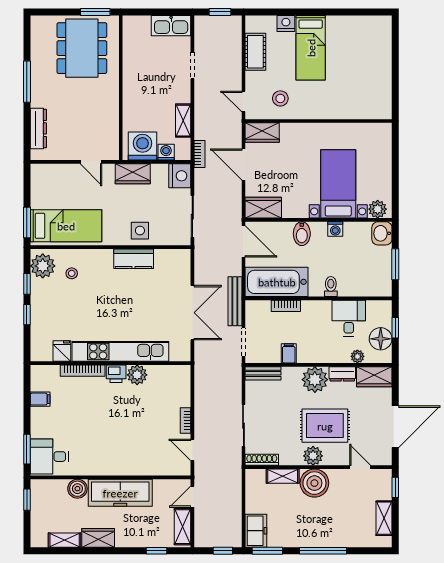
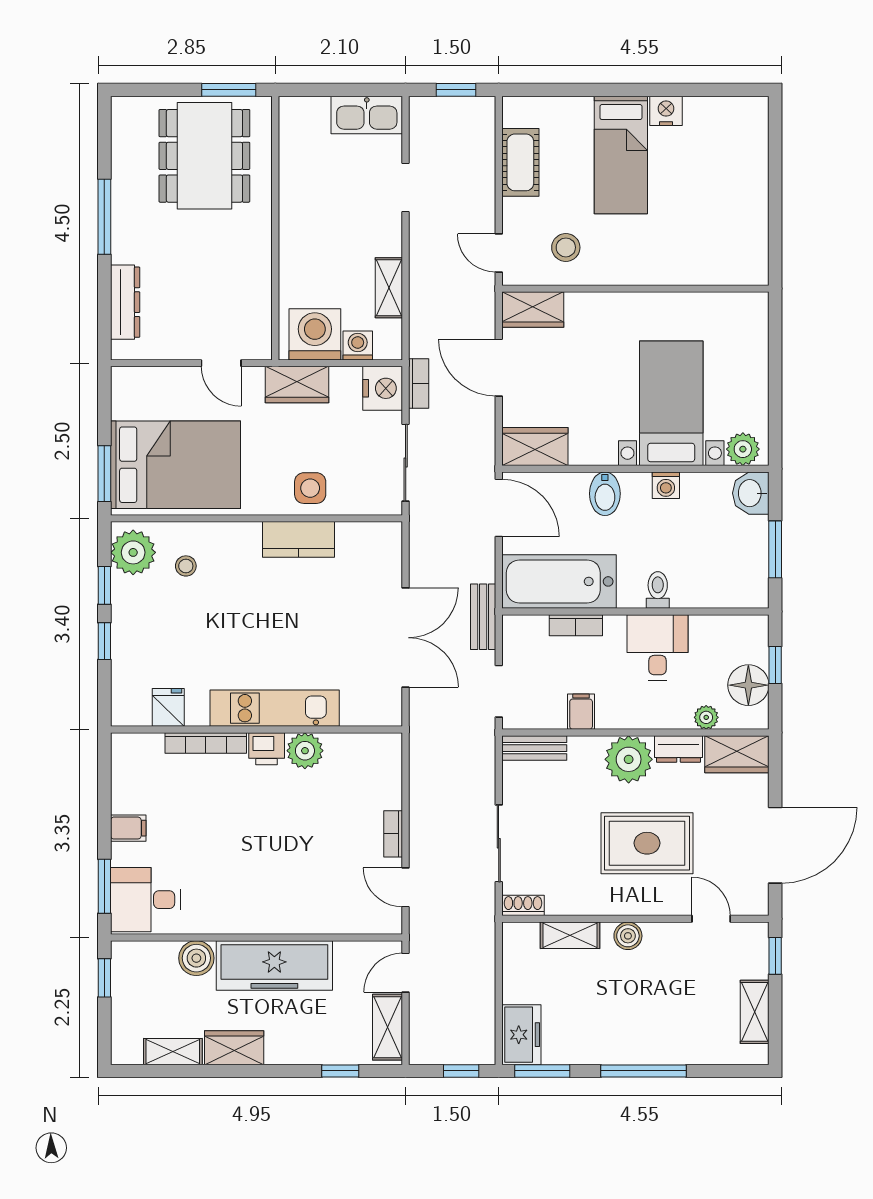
nightstand: (286, 23) -> (666, 111), moved
bookcase: (200, 154) -> (419, 383), moved
bed: (66, 226) -> (176, 465), width x1.50
bench: (235, 301) -> (483, 617), width x0.73
desk: (349, 318) -> (658, 647), moved
kitchen unit: (120, 351) -> (275, 708), width x0.73
filing cabinet: (40, 399) -> (128, 828), moved
plant: (313, 456) -> (625, 898), removed
shoe rack: (262, 460) -> (523, 905), width x0.70
boiler: (314, 483) -> (628, 936), width x0.54, depth x0.54

